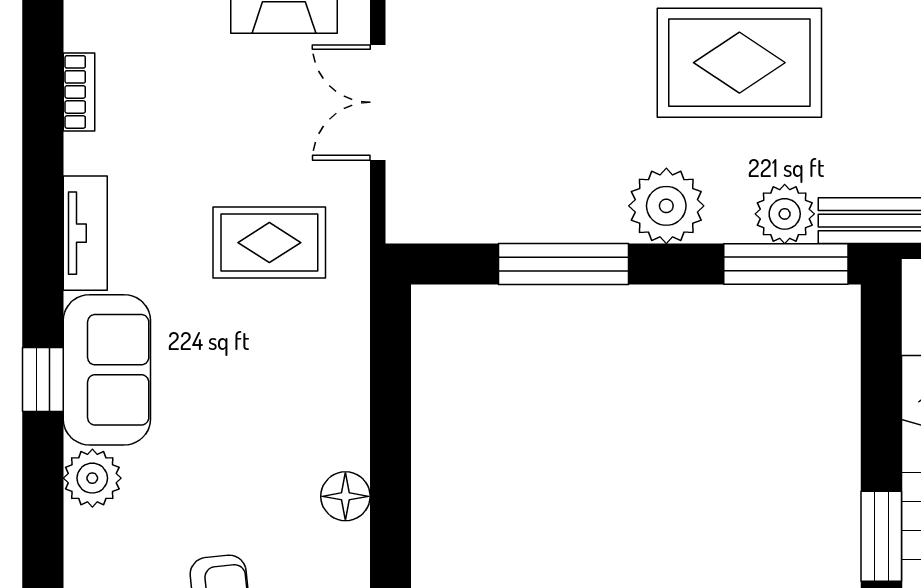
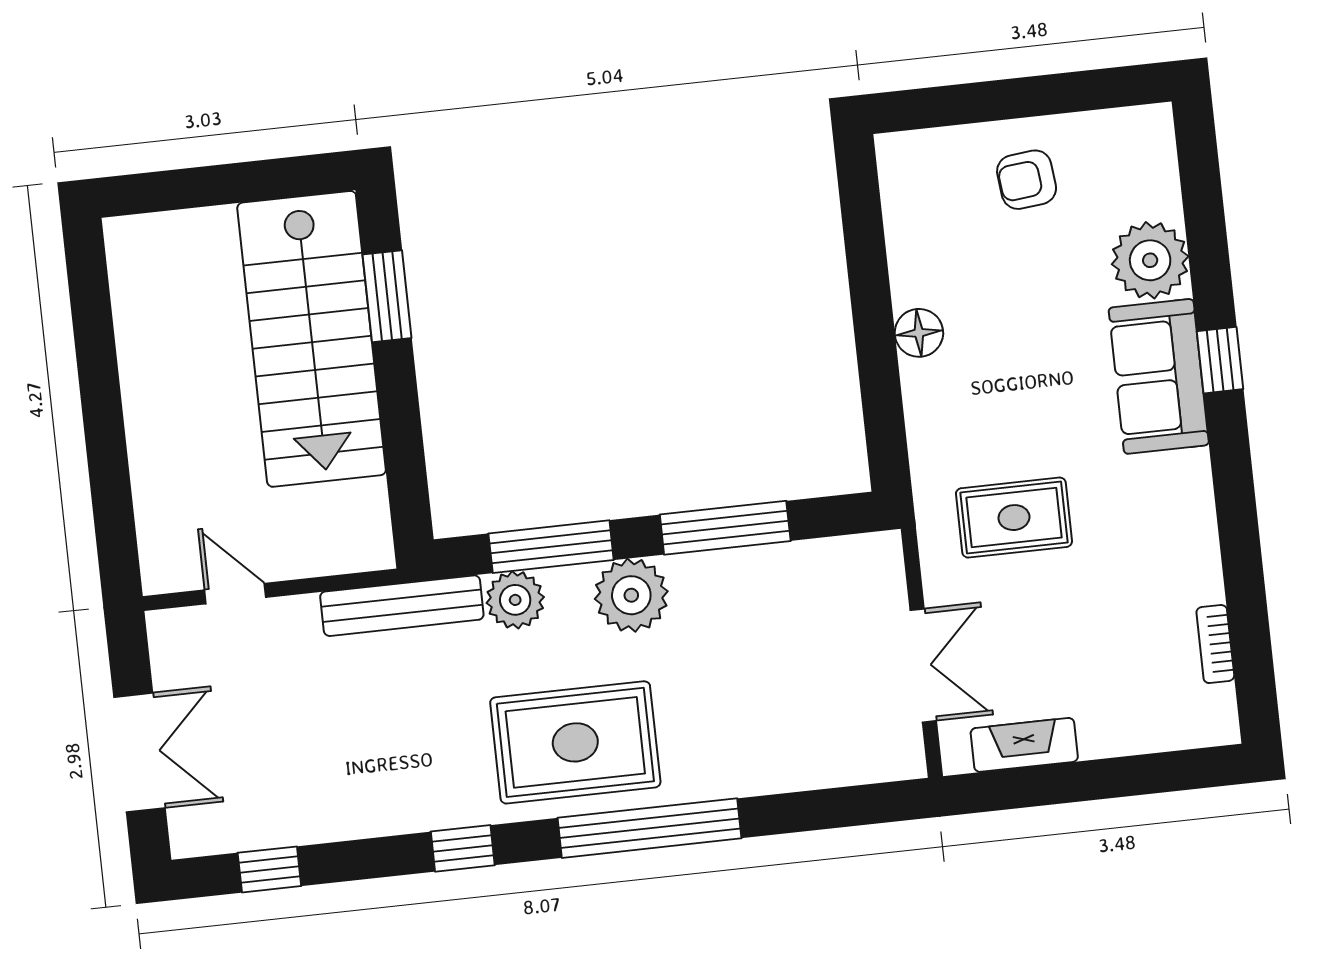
tv unit: (85, 233) -> (1194, 507), removed
window: (786, 264) -> (551, 547), moved
plant: (92, 478) -> (1150, 260), width x1.36, depth x1.36
floor lamp: (345, 496) -> (919, 333), moved

